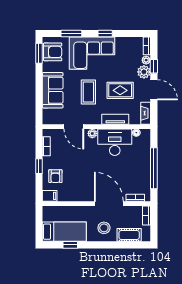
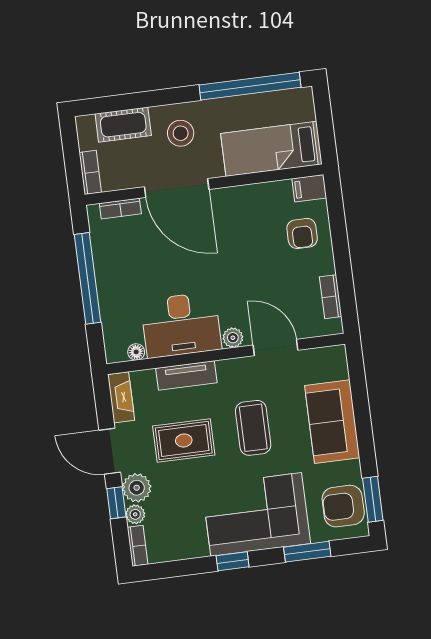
window: (39, 166) -> (341, 251), removed
armchair: (55, 176) -> (302, 233), turned 180
bed: (64, 232) -> (271, 149), moved
window: (70, 245) -> (250, 86), width x3.17

